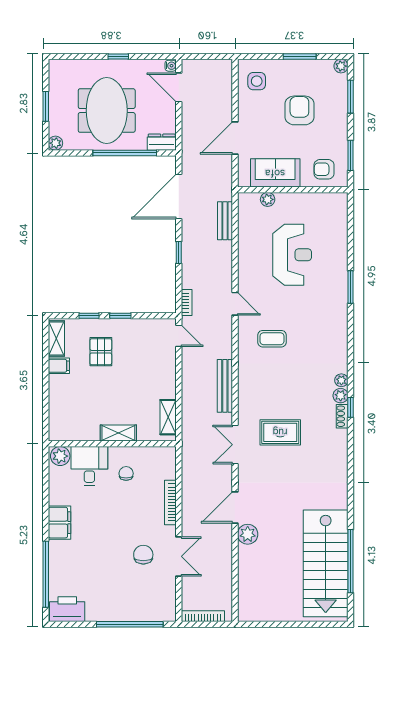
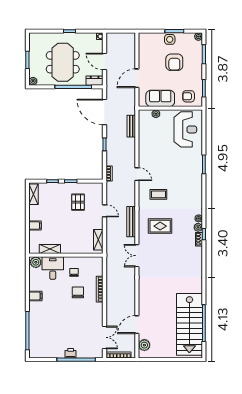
side table: (257, 81) -> (170, 39), moved
door: (179, 87) -> (104, 62), moved
armchair: (299, 110) -> (174, 62), turned 180
door: (179, 196) -> (104, 112), hinge flipped
reception desk: (292, 255) -> (185, 129), moved
door: (179, 336) -> (104, 211), moved
pallet: (101, 352) -> (78, 202), moved
filing cabinet: (59, 366) -> (35, 226), moved
rug: (280, 432) -> (160, 226), moved
shelving: (118, 433) -> (50, 249), moved
door: (235, 507) -> (137, 325), moved
filing cabinet: (59, 523) -> (35, 296), width x0.50
plant: (248, 534) -> (144, 345), moved
chair: (143, 555) -> (78, 292), moved
double door: (179, 556) -> (104, 337), moved
printer: (67, 609) -> (71, 353), moved, width x0.53, depth x0.68

